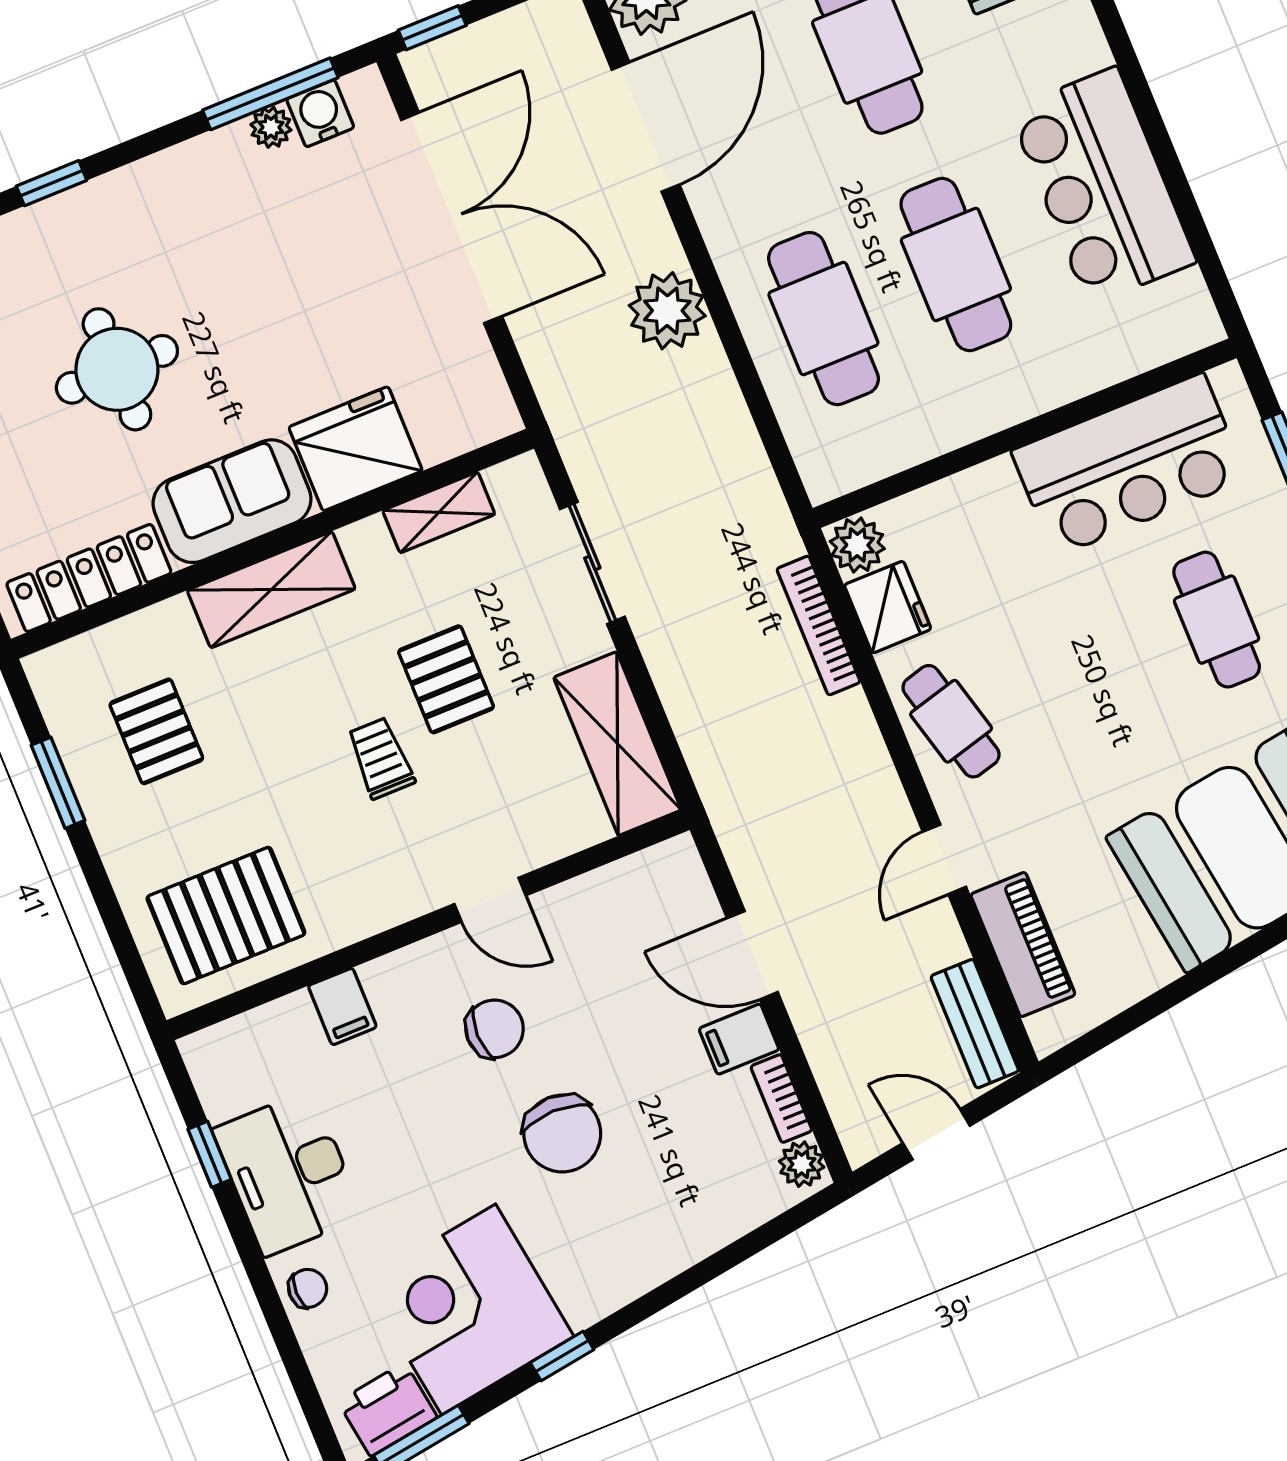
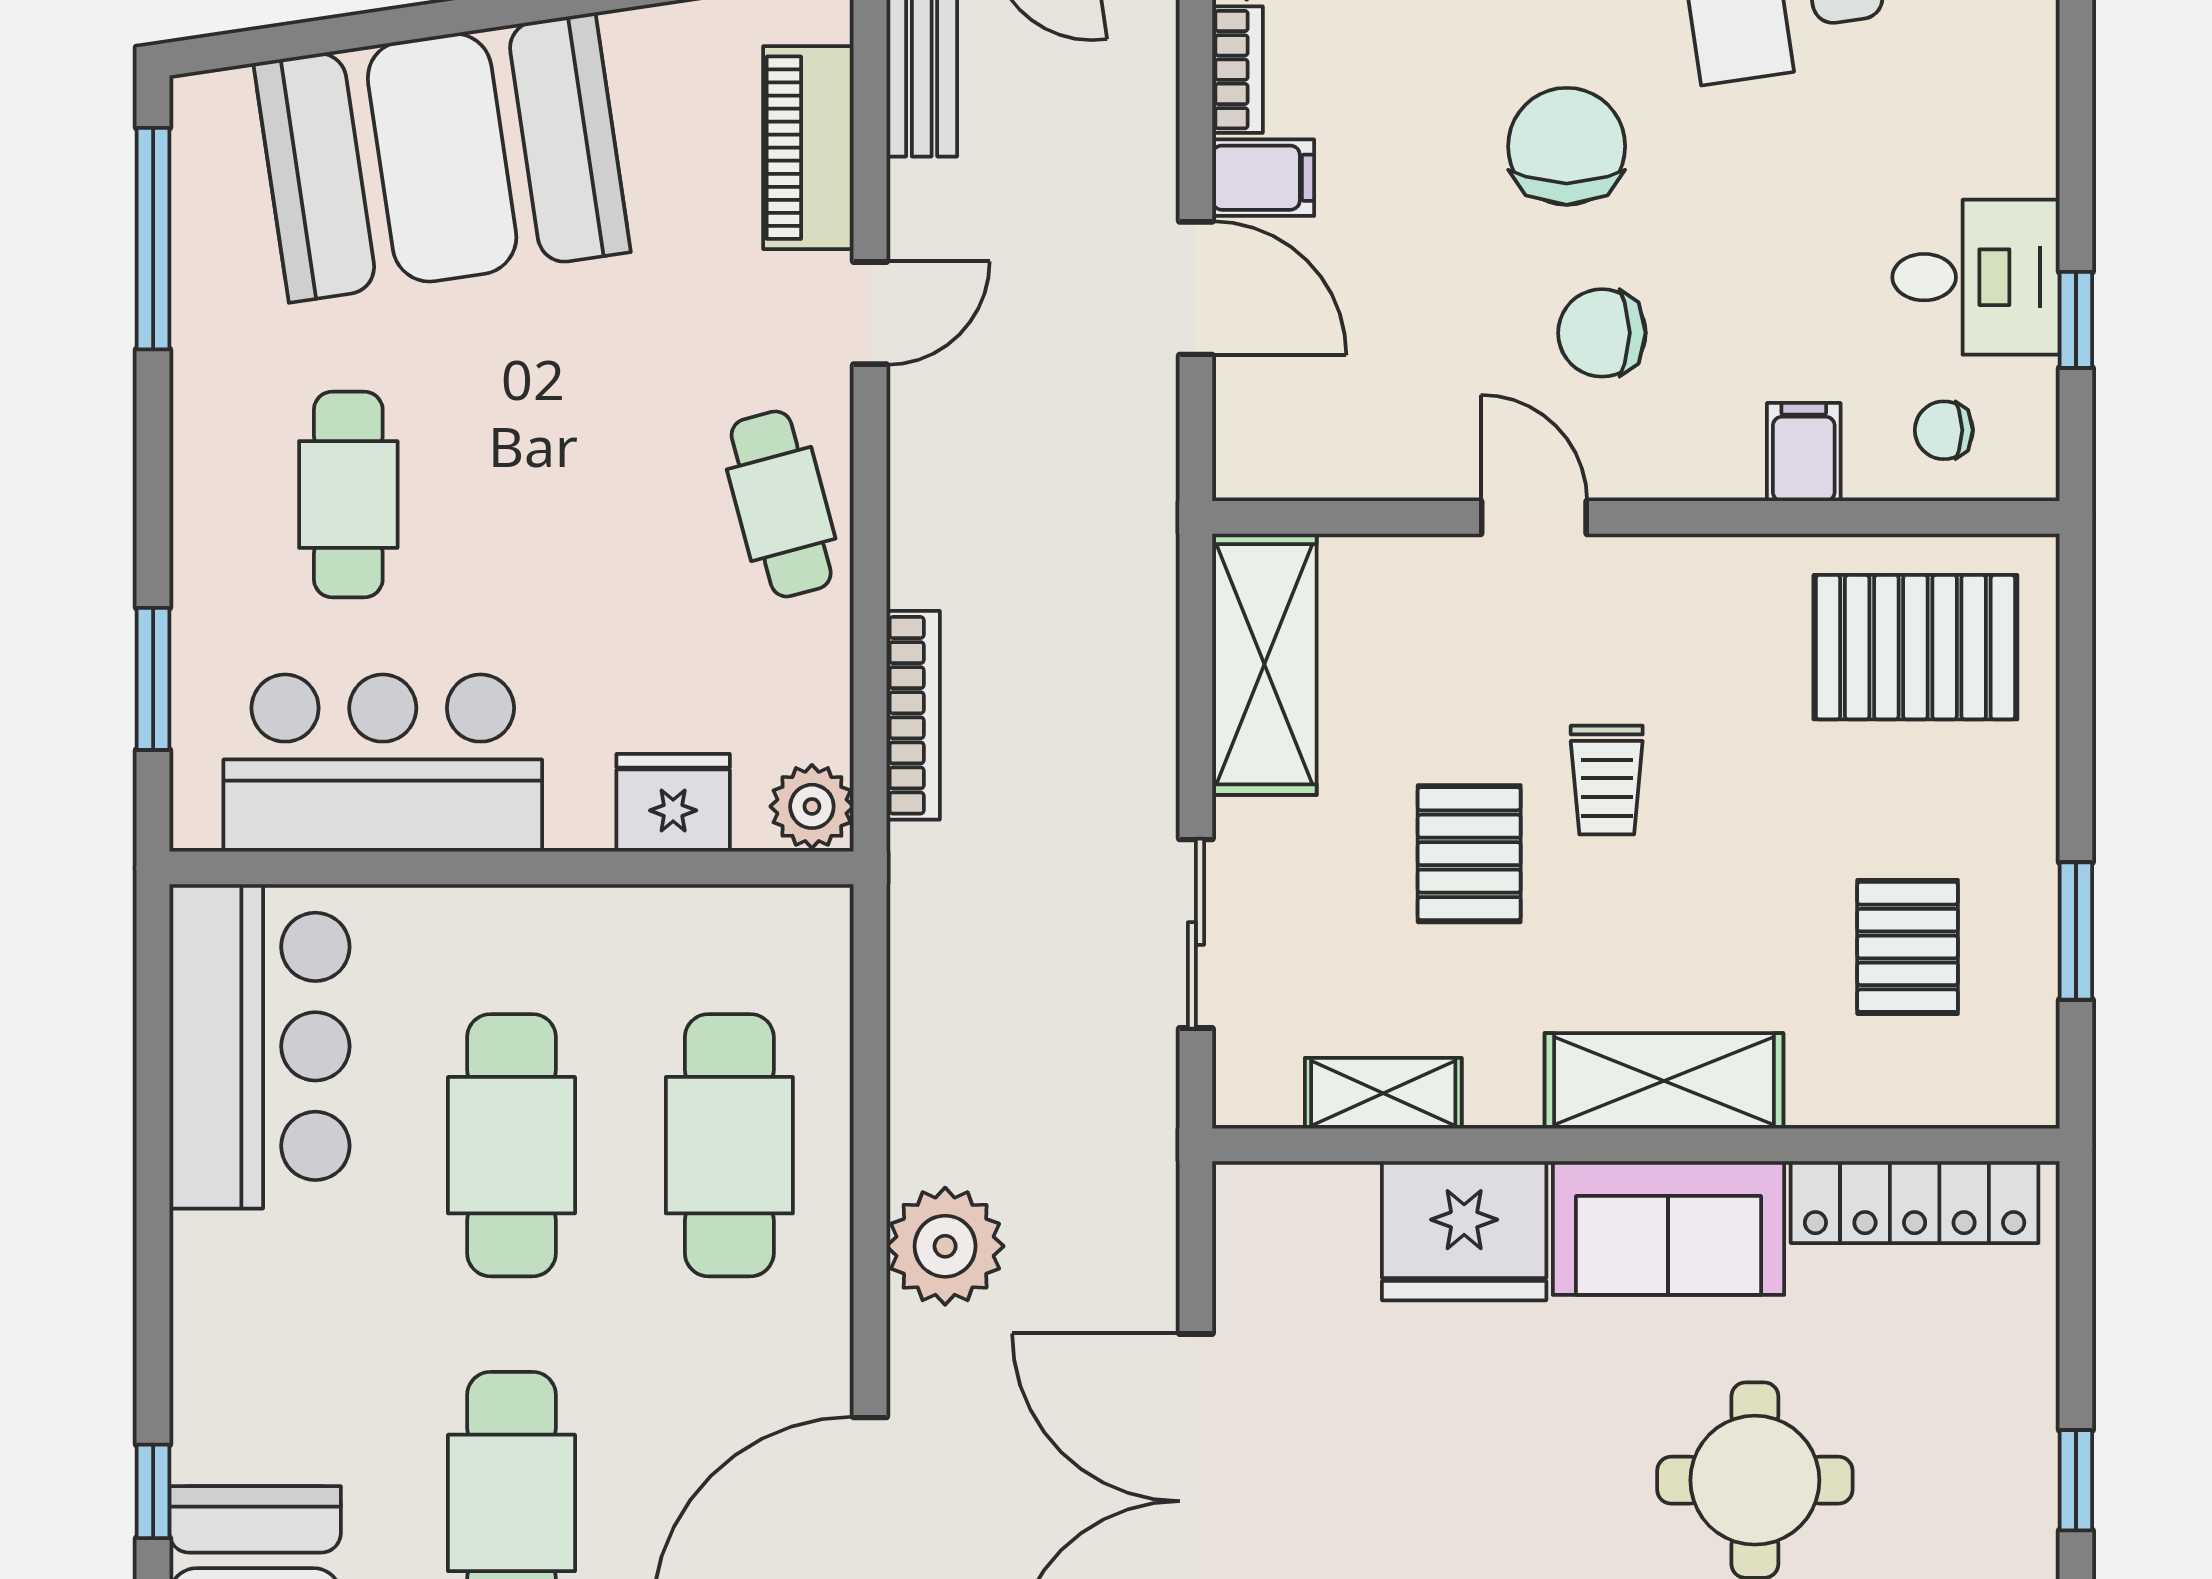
bar counter: (1103, 186) -> (259, 1046), moved
fridge: (888, 607) -> (673, 803), moved, turned 90
desk: (288, 1173) -> (1976, 277), width x0.73
chair: (308, 1288) -> (1944, 430), moved

